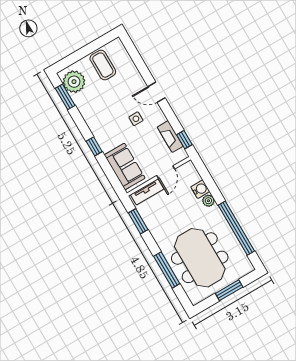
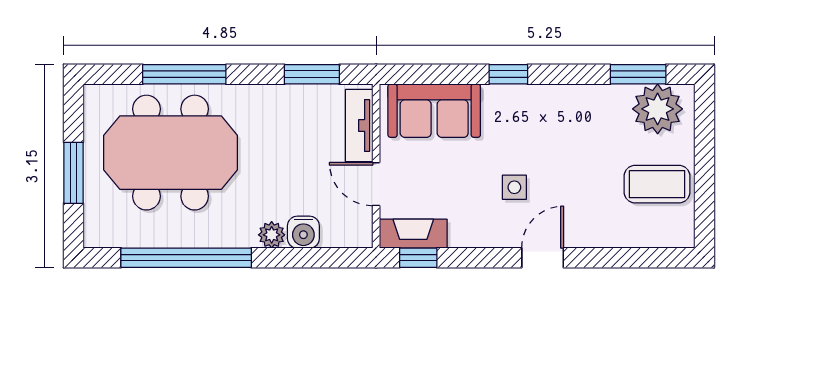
fireplace: (170, 137) -> (413, 234), moved

